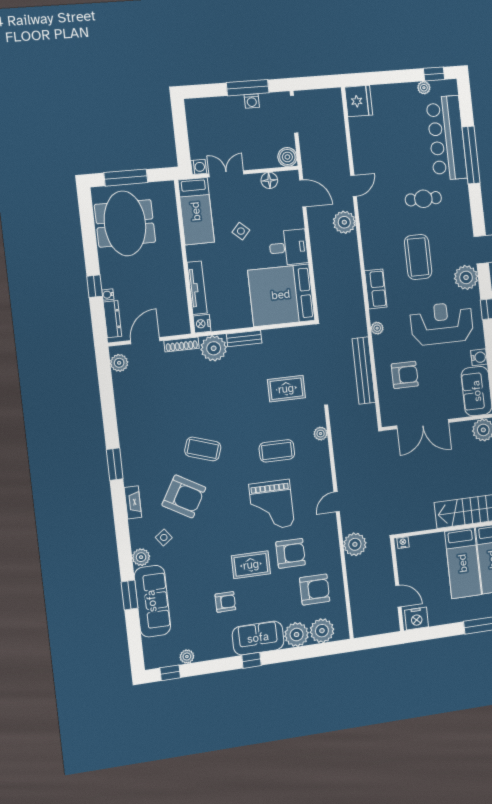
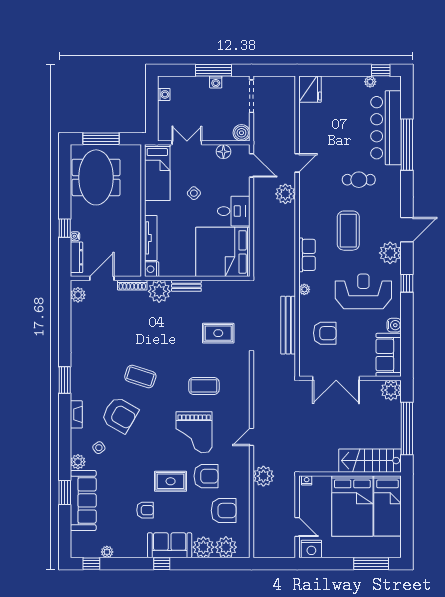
washing machine: (199, 167) -> (164, 94), moved
plant: (321, 434) -> (244, 376), removed
bed: (463, 563) -> (352, 506), width x1.50

